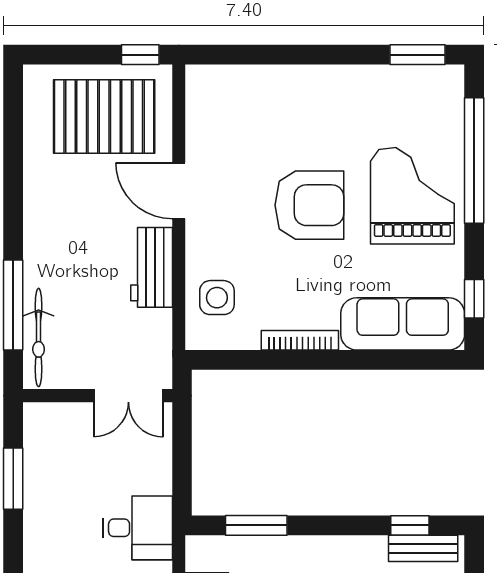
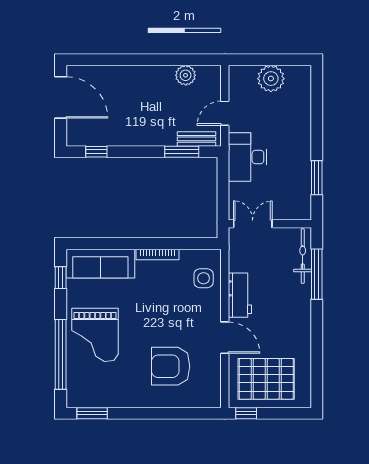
armchair: (309, 205) -> (171, 366), moved
desk: (138, 528) -> (248, 157), width x1.37
bench: (423, 548) -> (196, 139), moved

